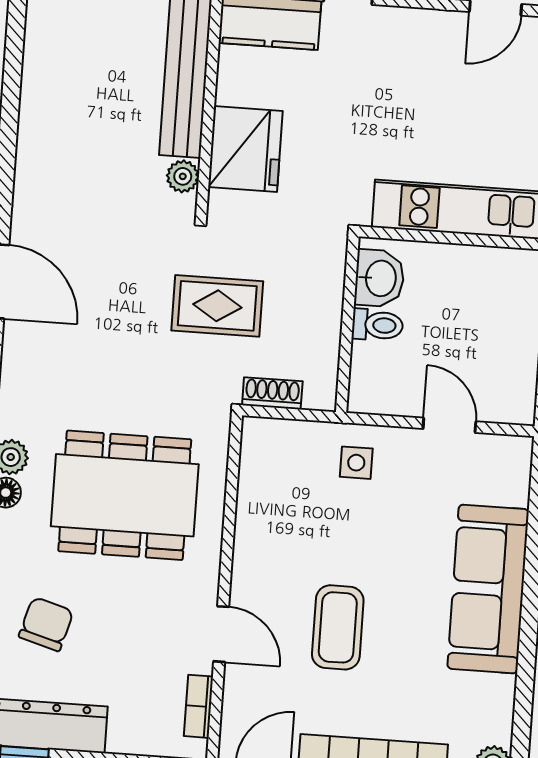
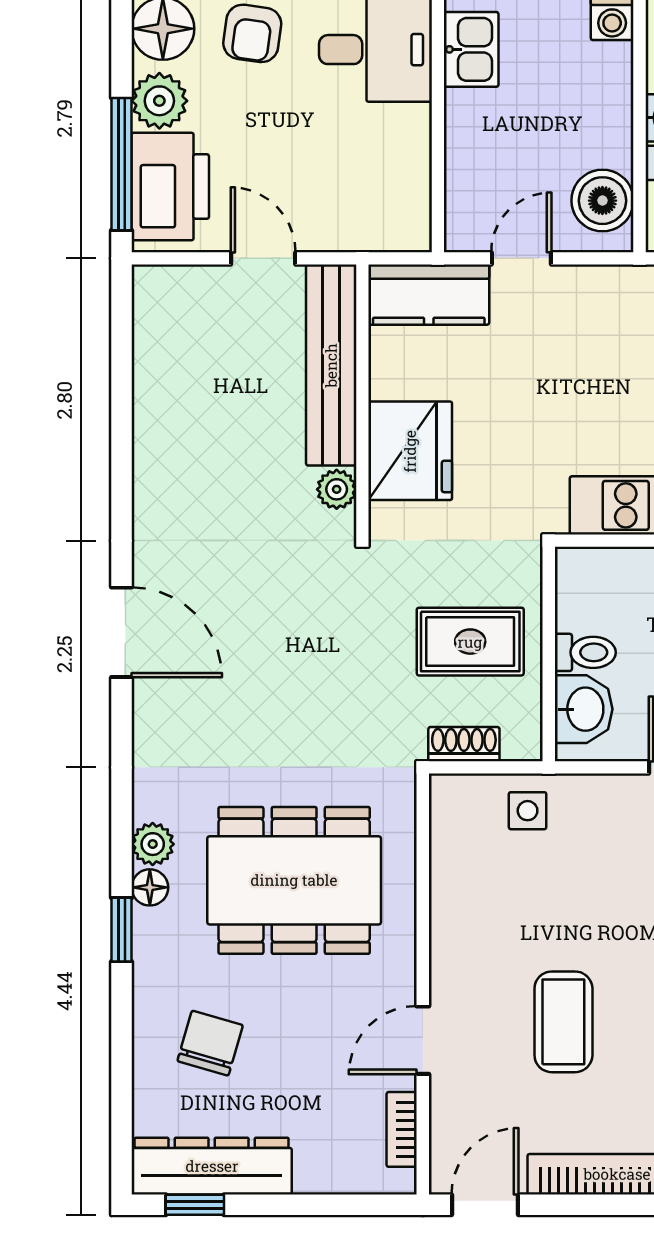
washbasin: (379, 278) -> (584, 709), moved
rug: (217, 306) -> (470, 642), moved
side table: (356, 463) -> (528, 811), moved
door: (221, 634) -> (423, 1040), swing flipped

